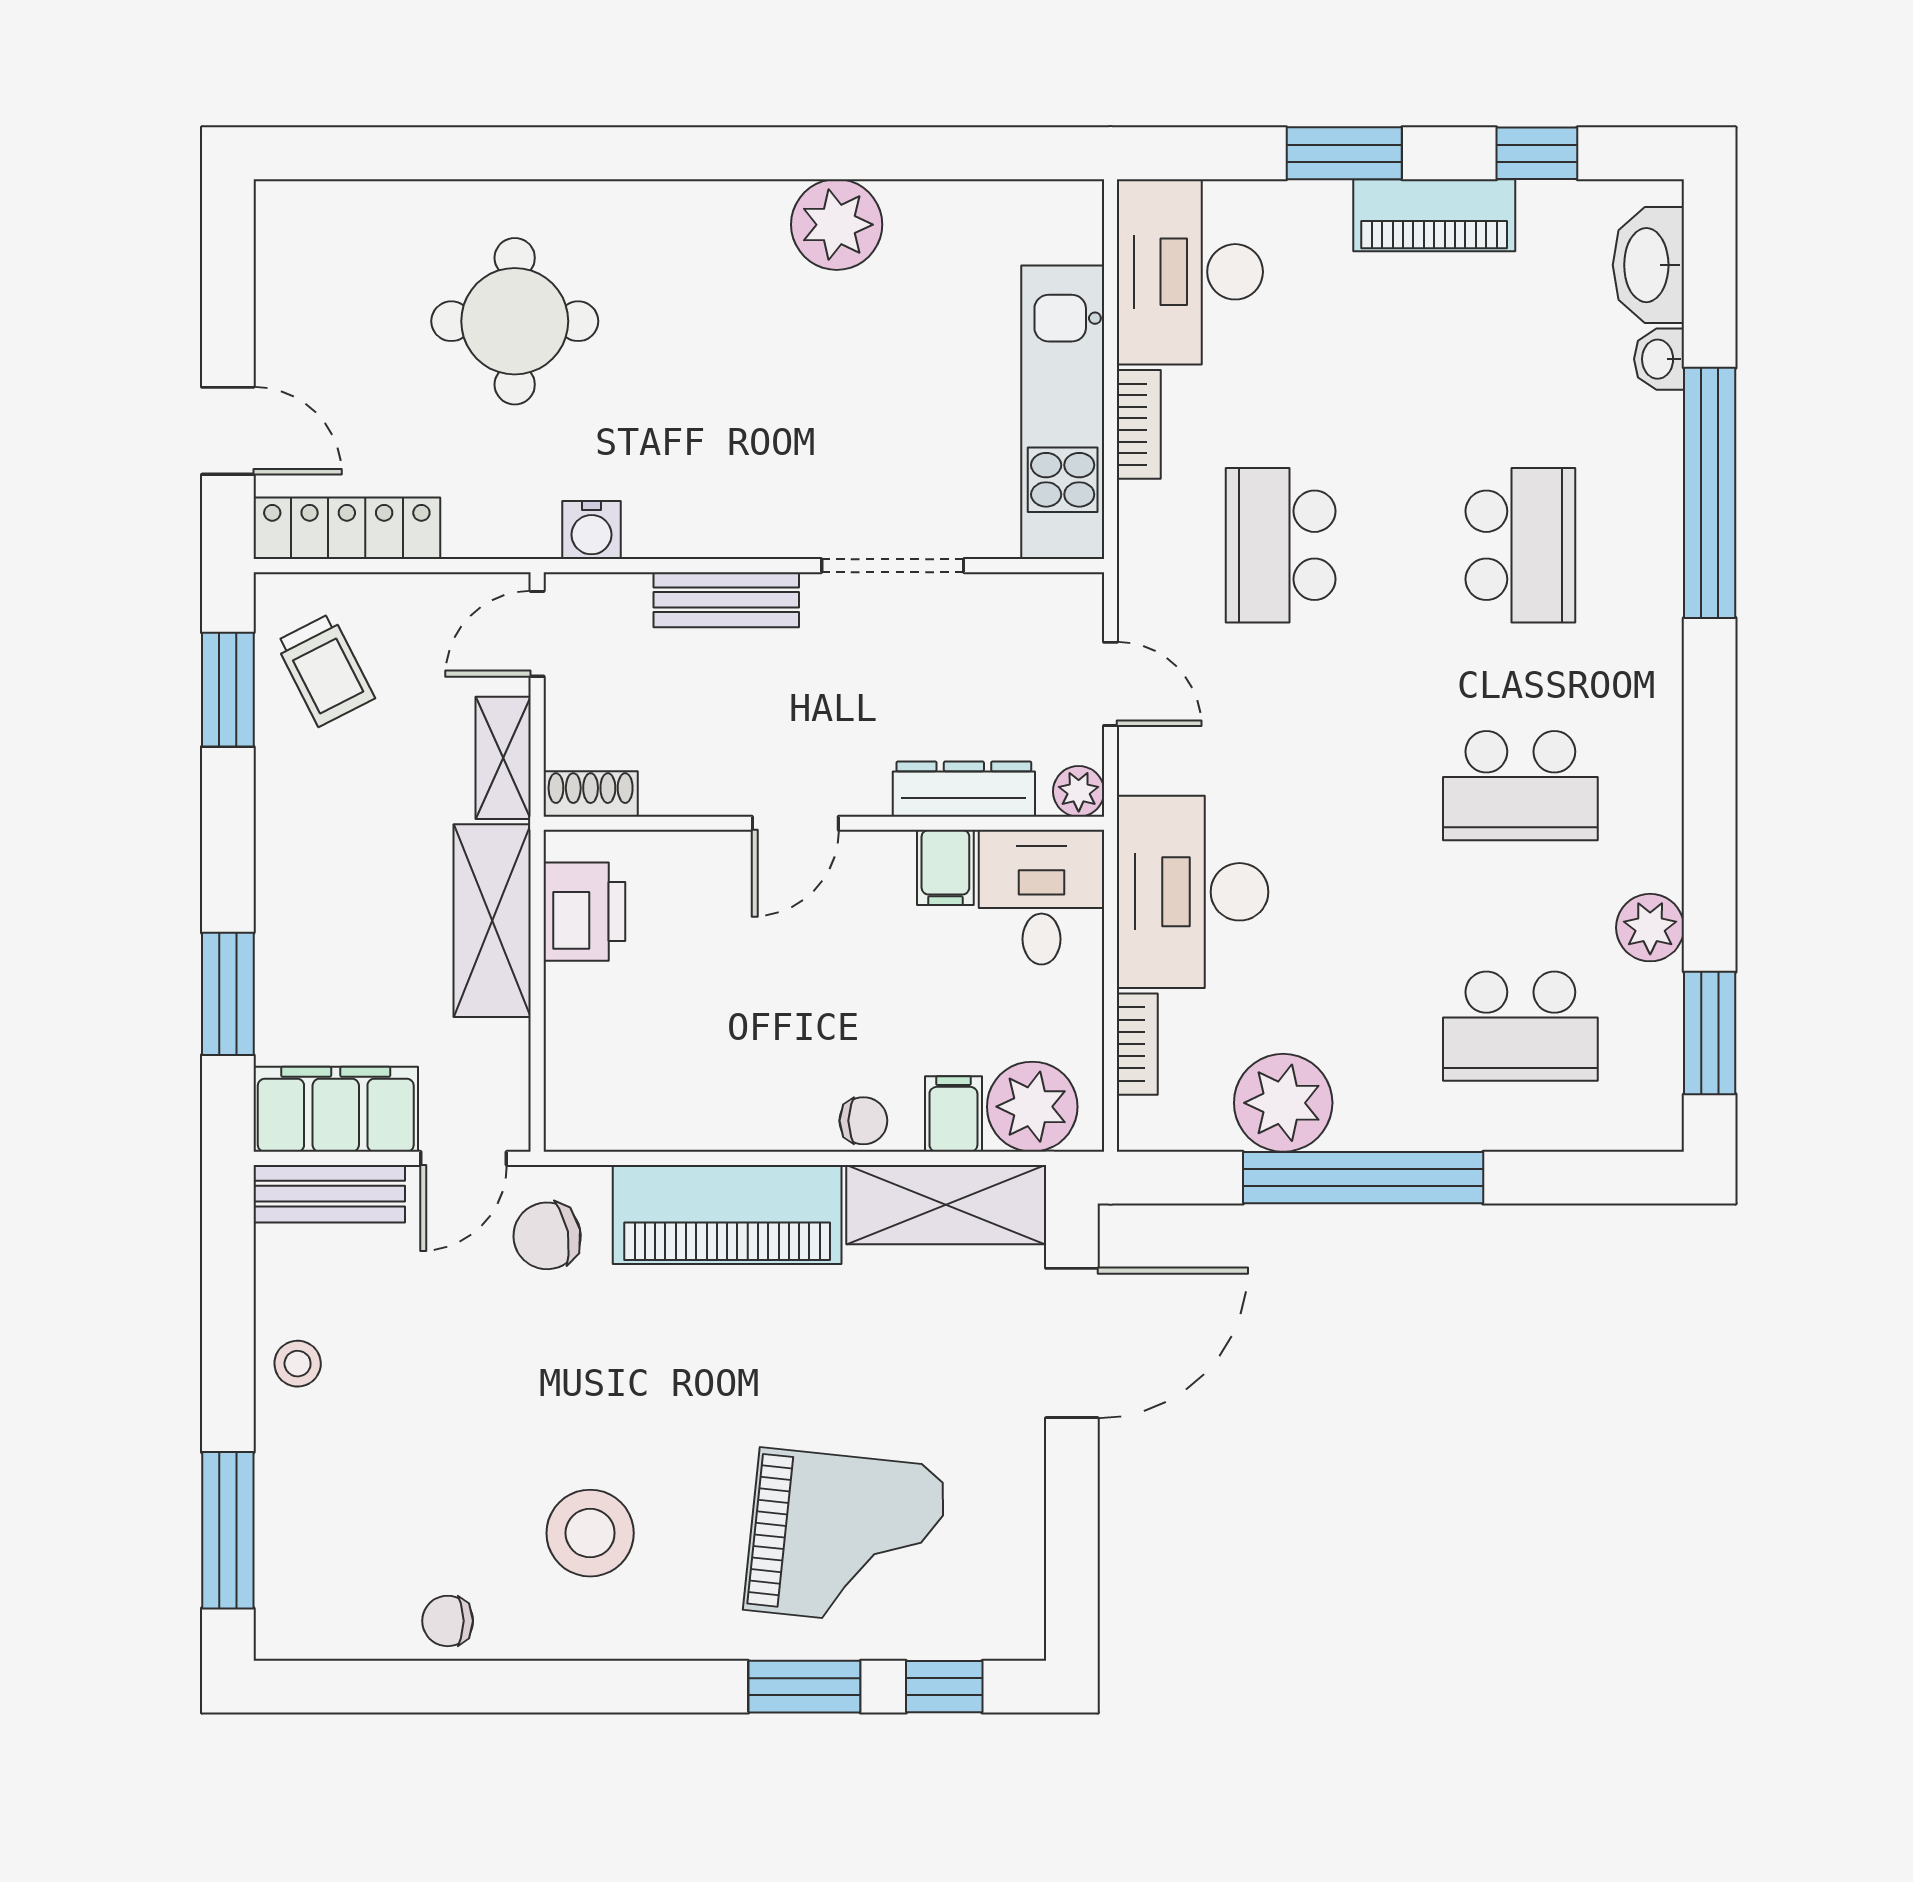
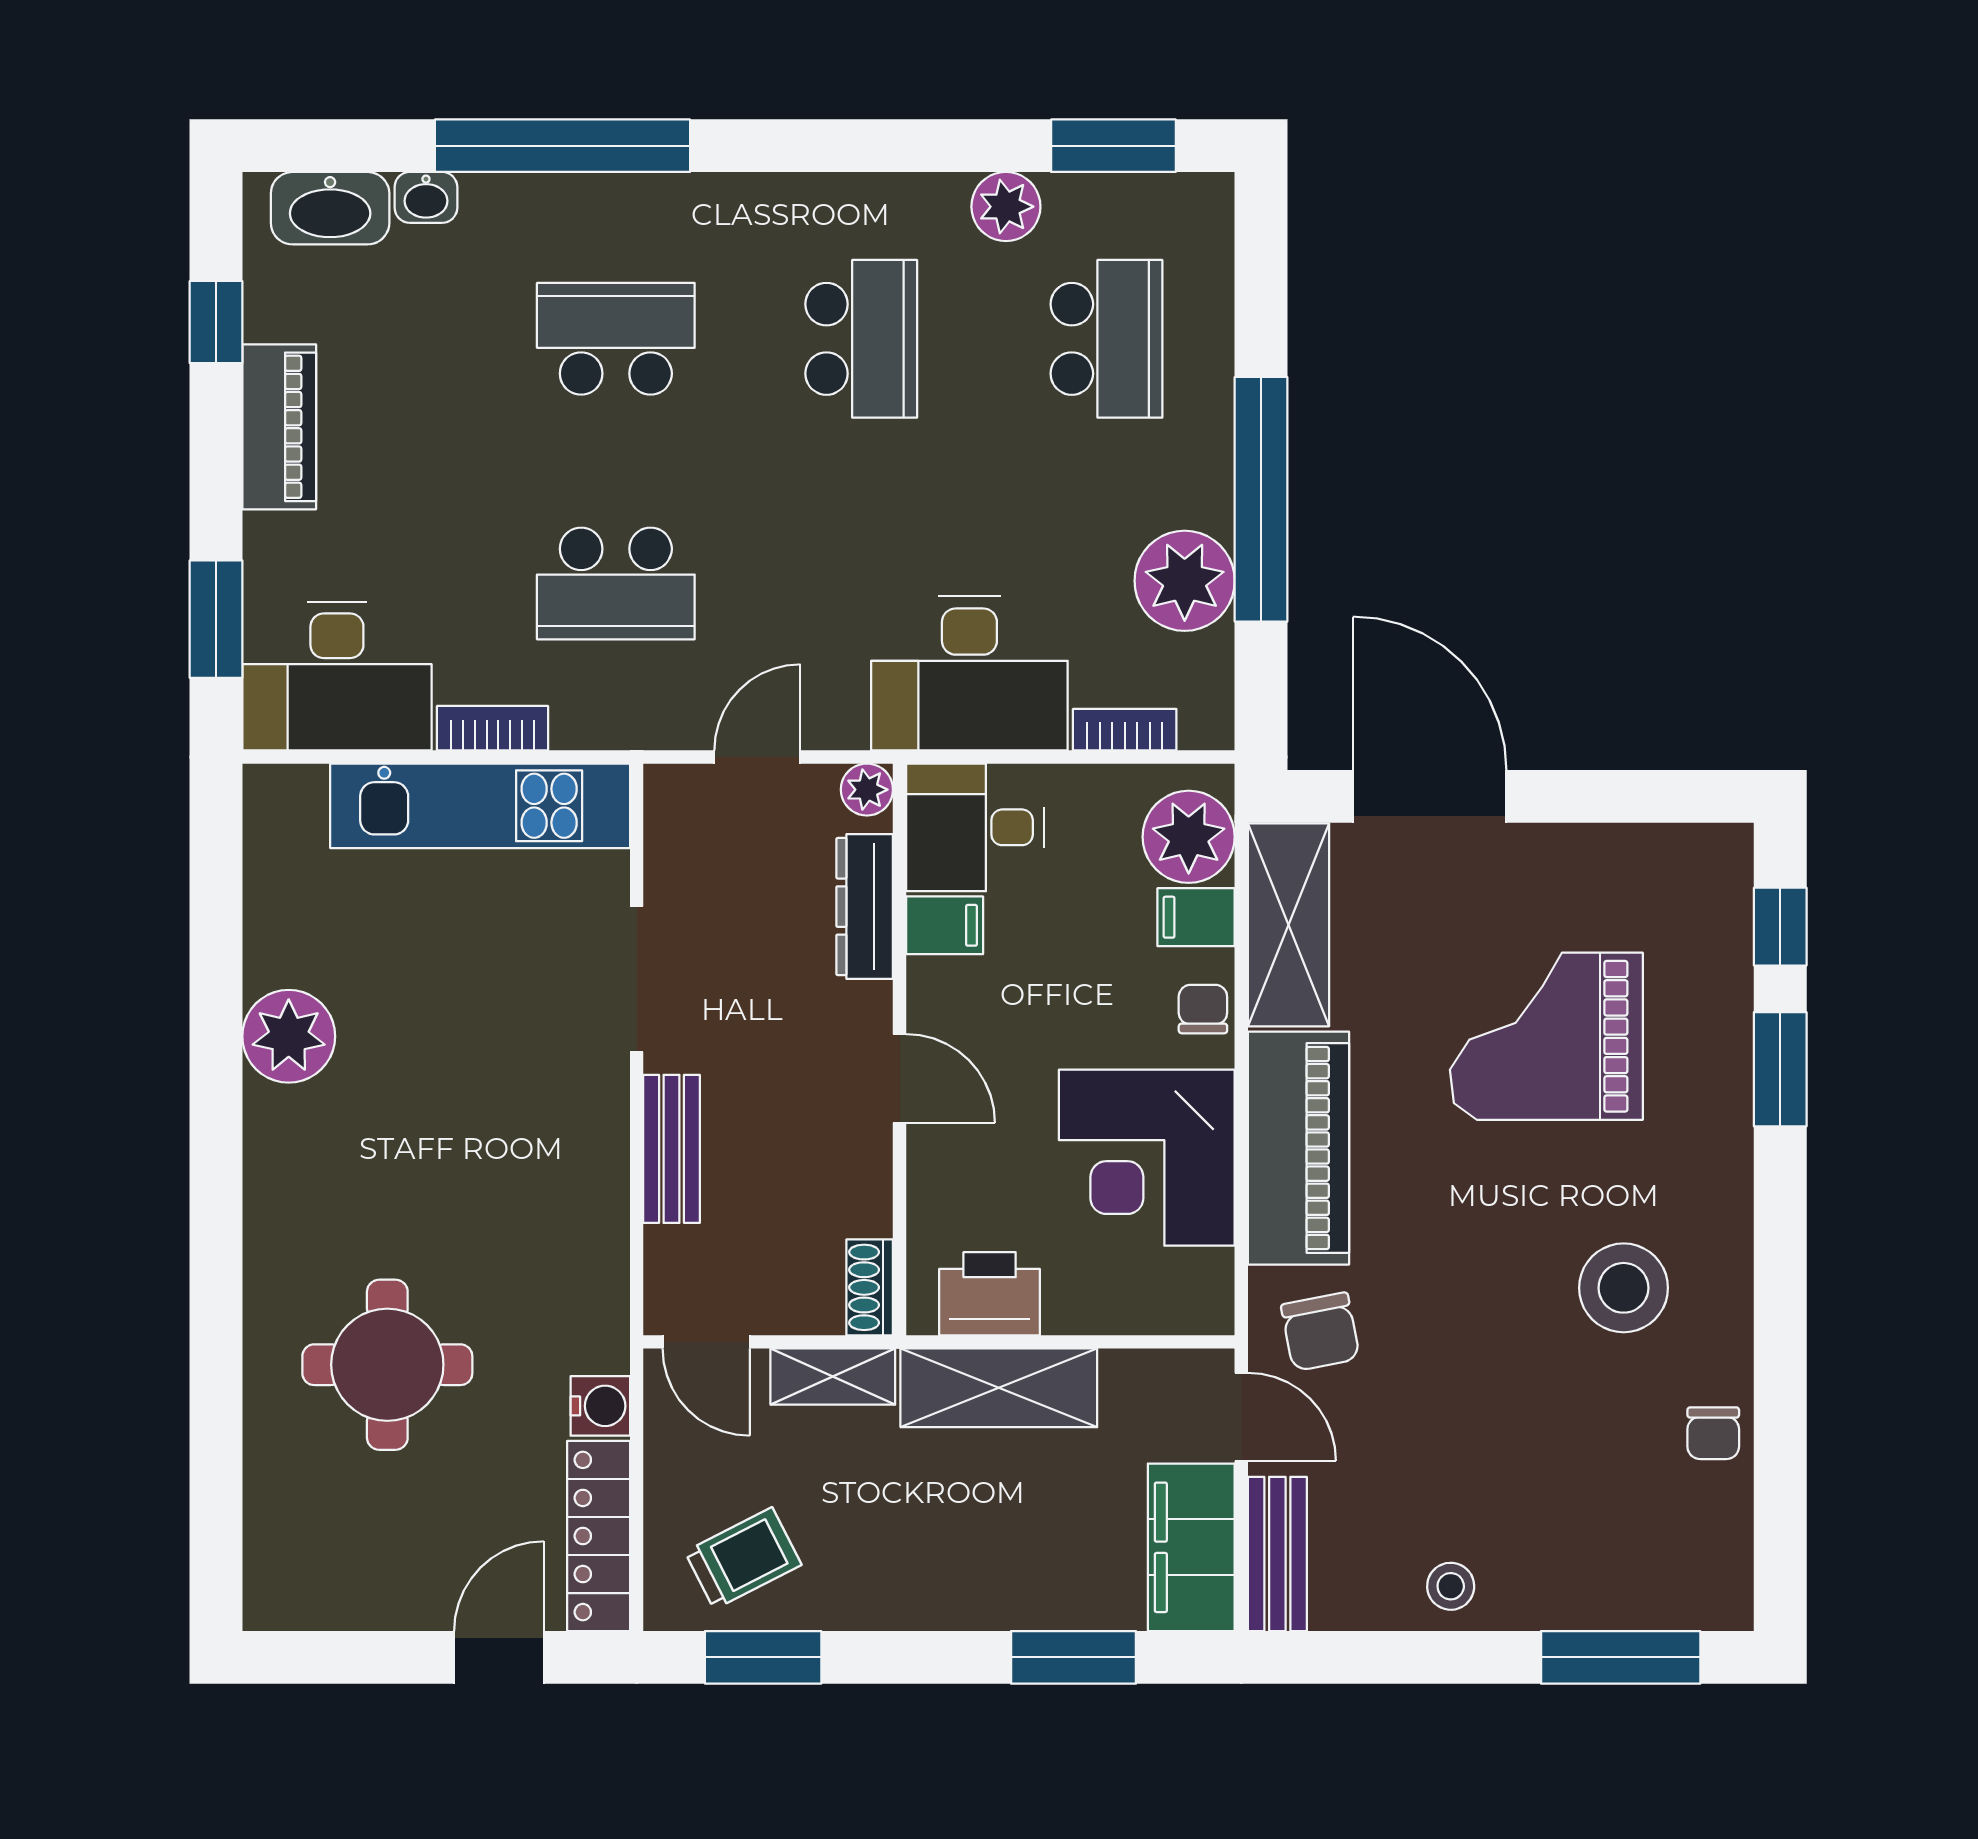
window: (1344, 153) -> (216, 619), moved
water cooler: (591, 530) -> (600, 1406), moved
corner desk: (718, 1066) -> (1147, 1158), added
grand piano: (845, 1538) -> (1546, 1036), moved, turned -96

